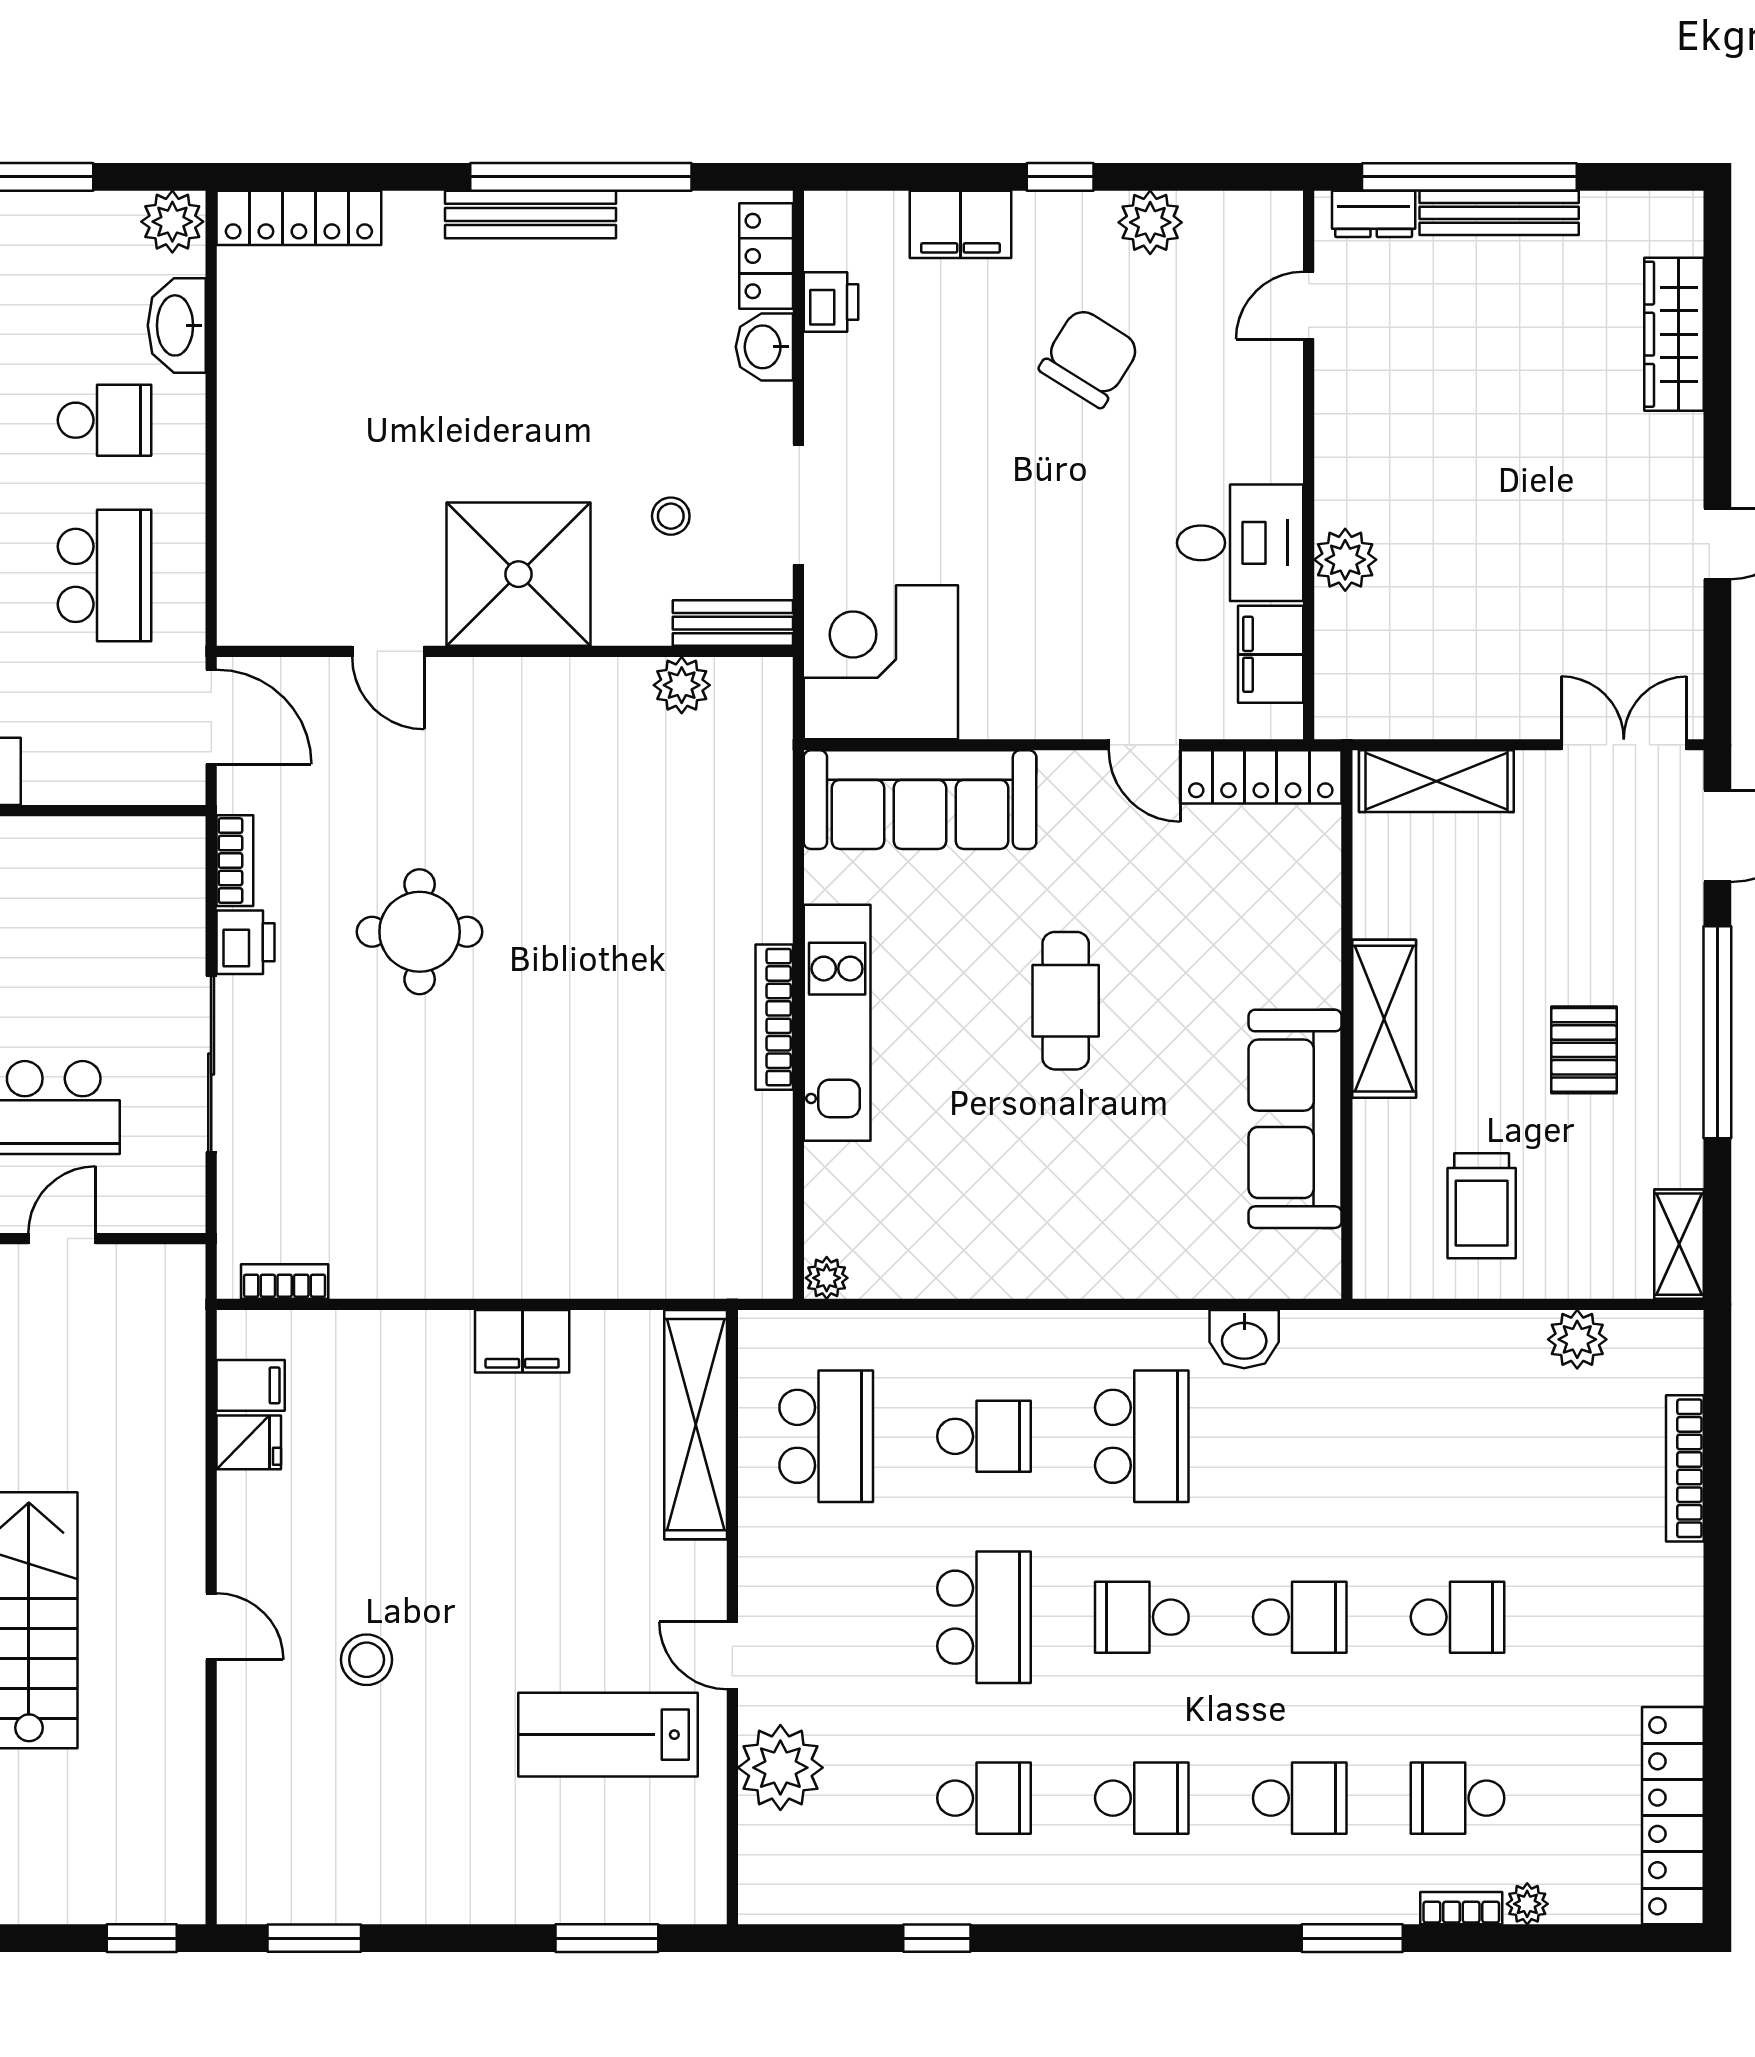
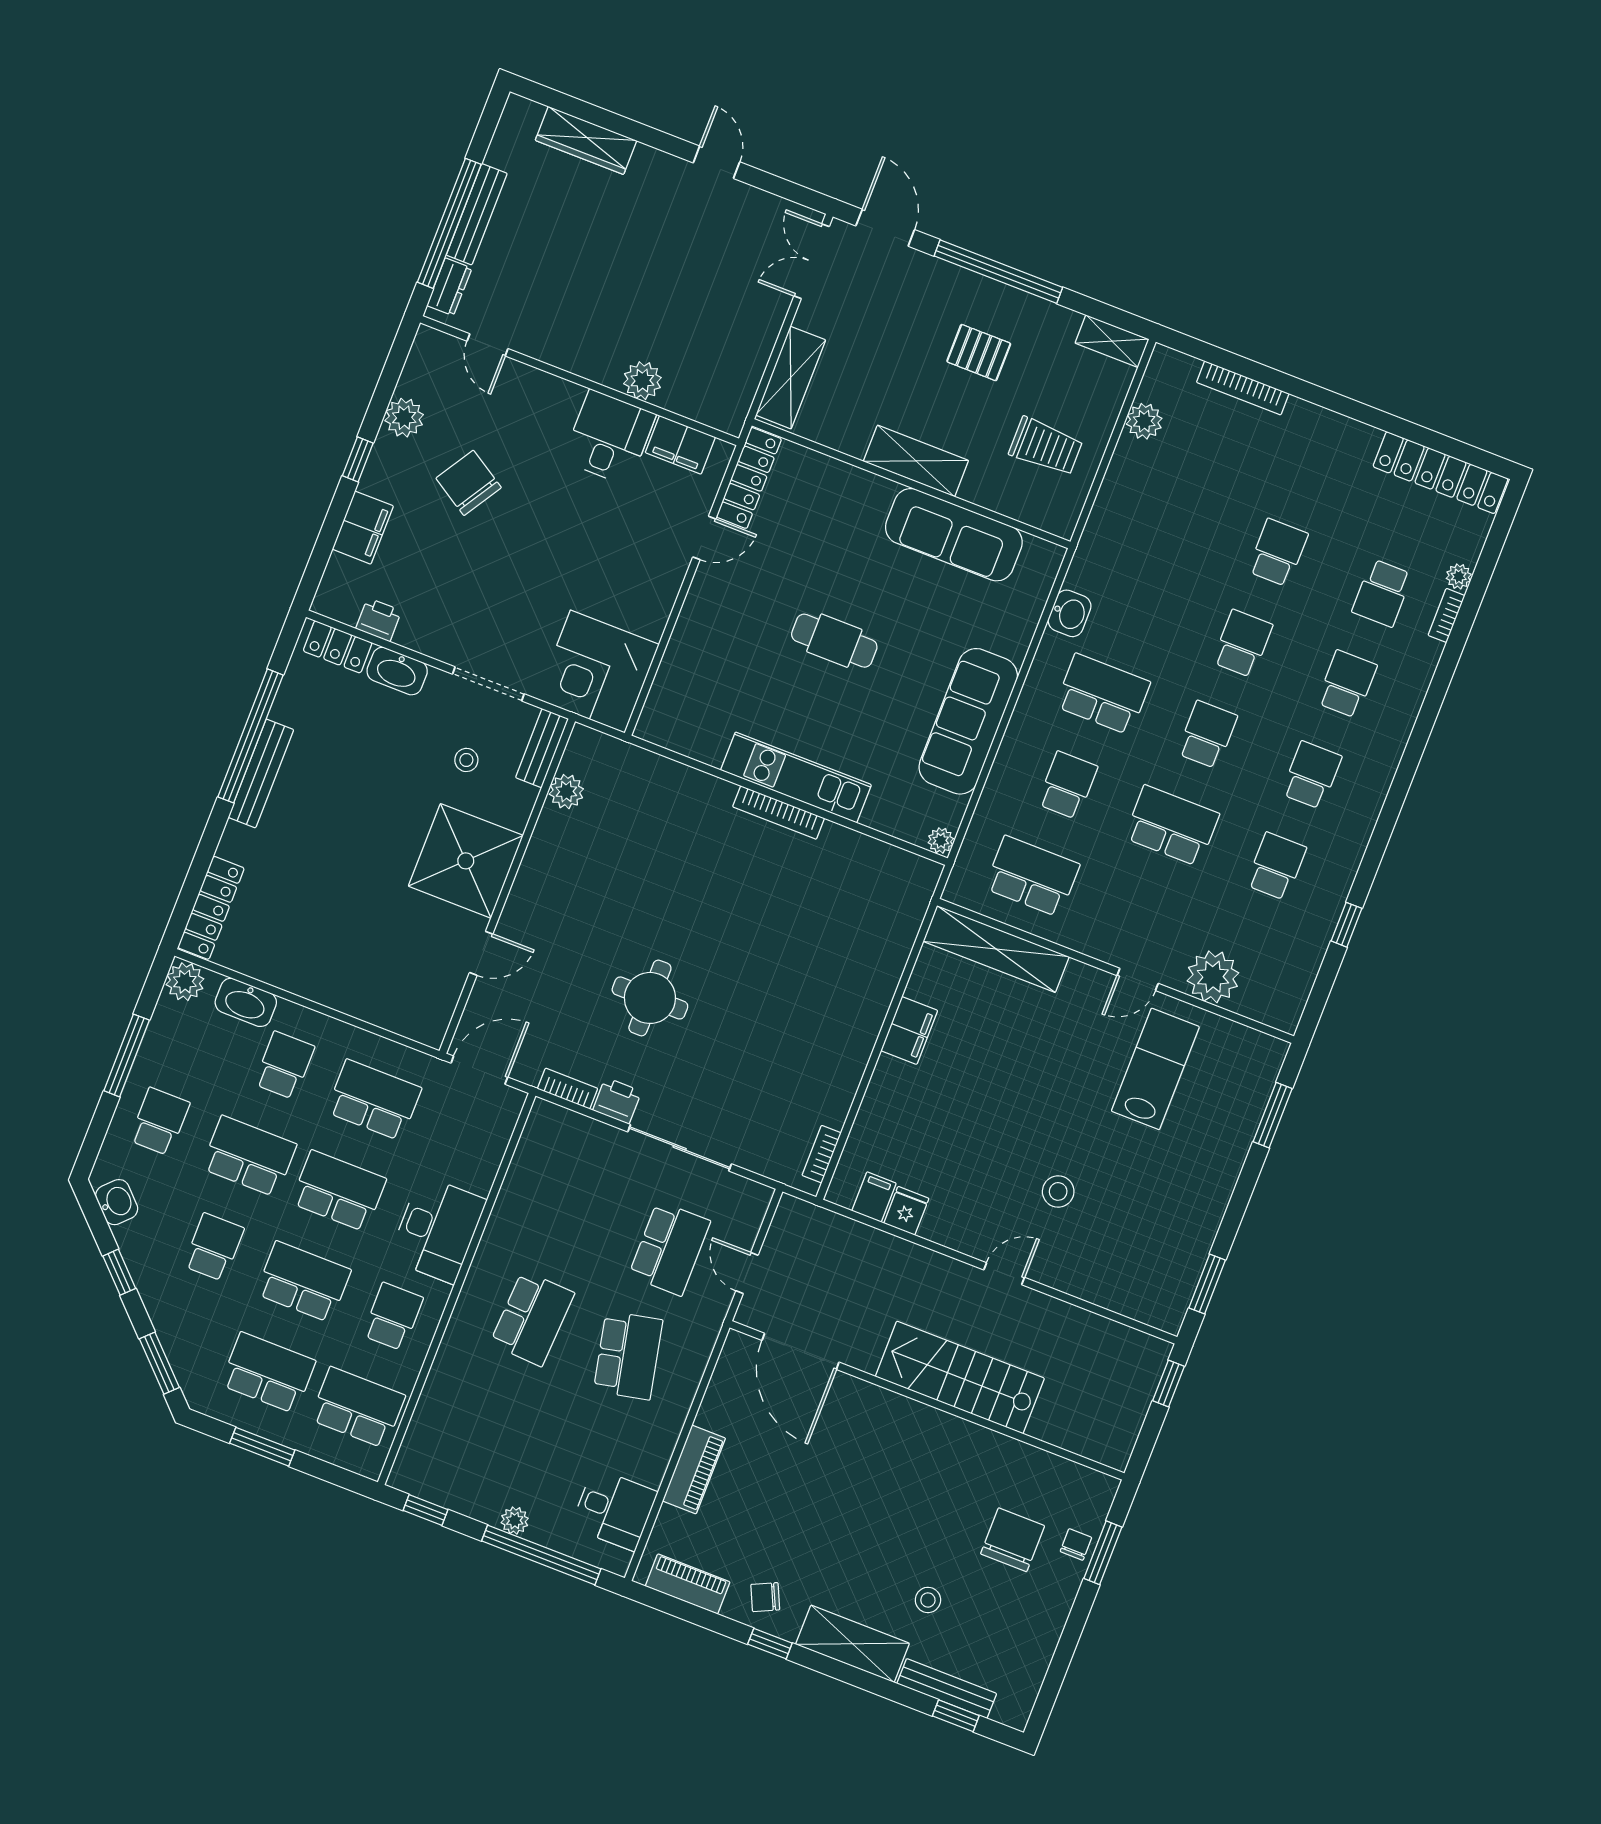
washbasin: (764, 347) -> (397, 671), width x1.38
sofa: (920, 800) -> (968, 721), moved, turned 180
school desk: (1142, 1617) -> (1207, 735), turned 180
lab bench: (608, 1735) -> (1155, 1069), turned 180
window: (1352, 1938) -> (1439, 685), removed

